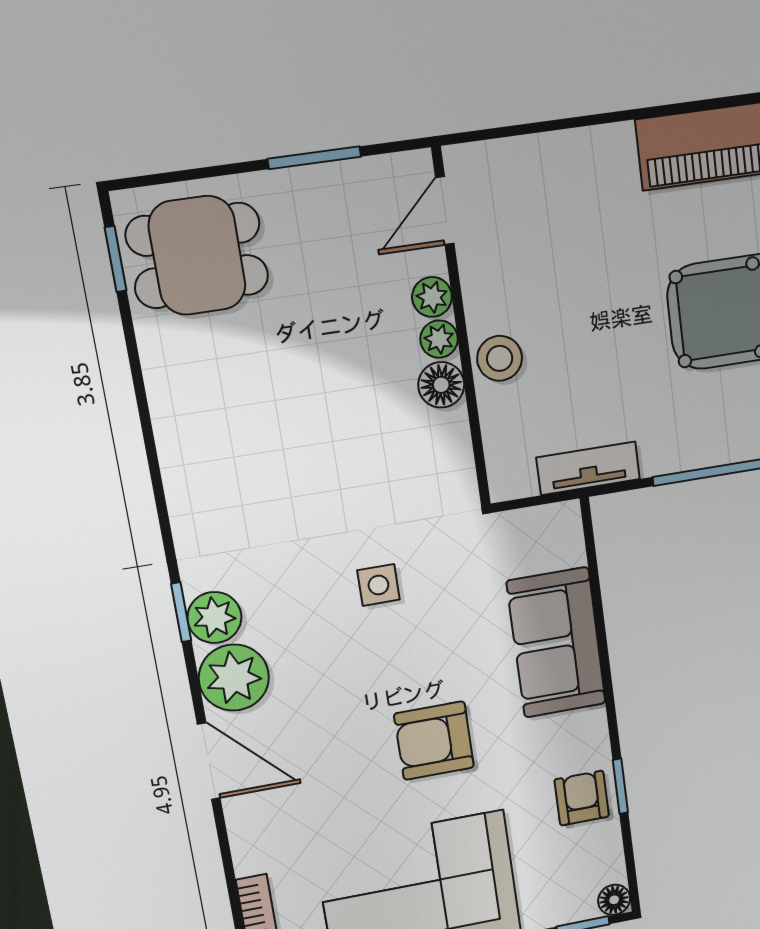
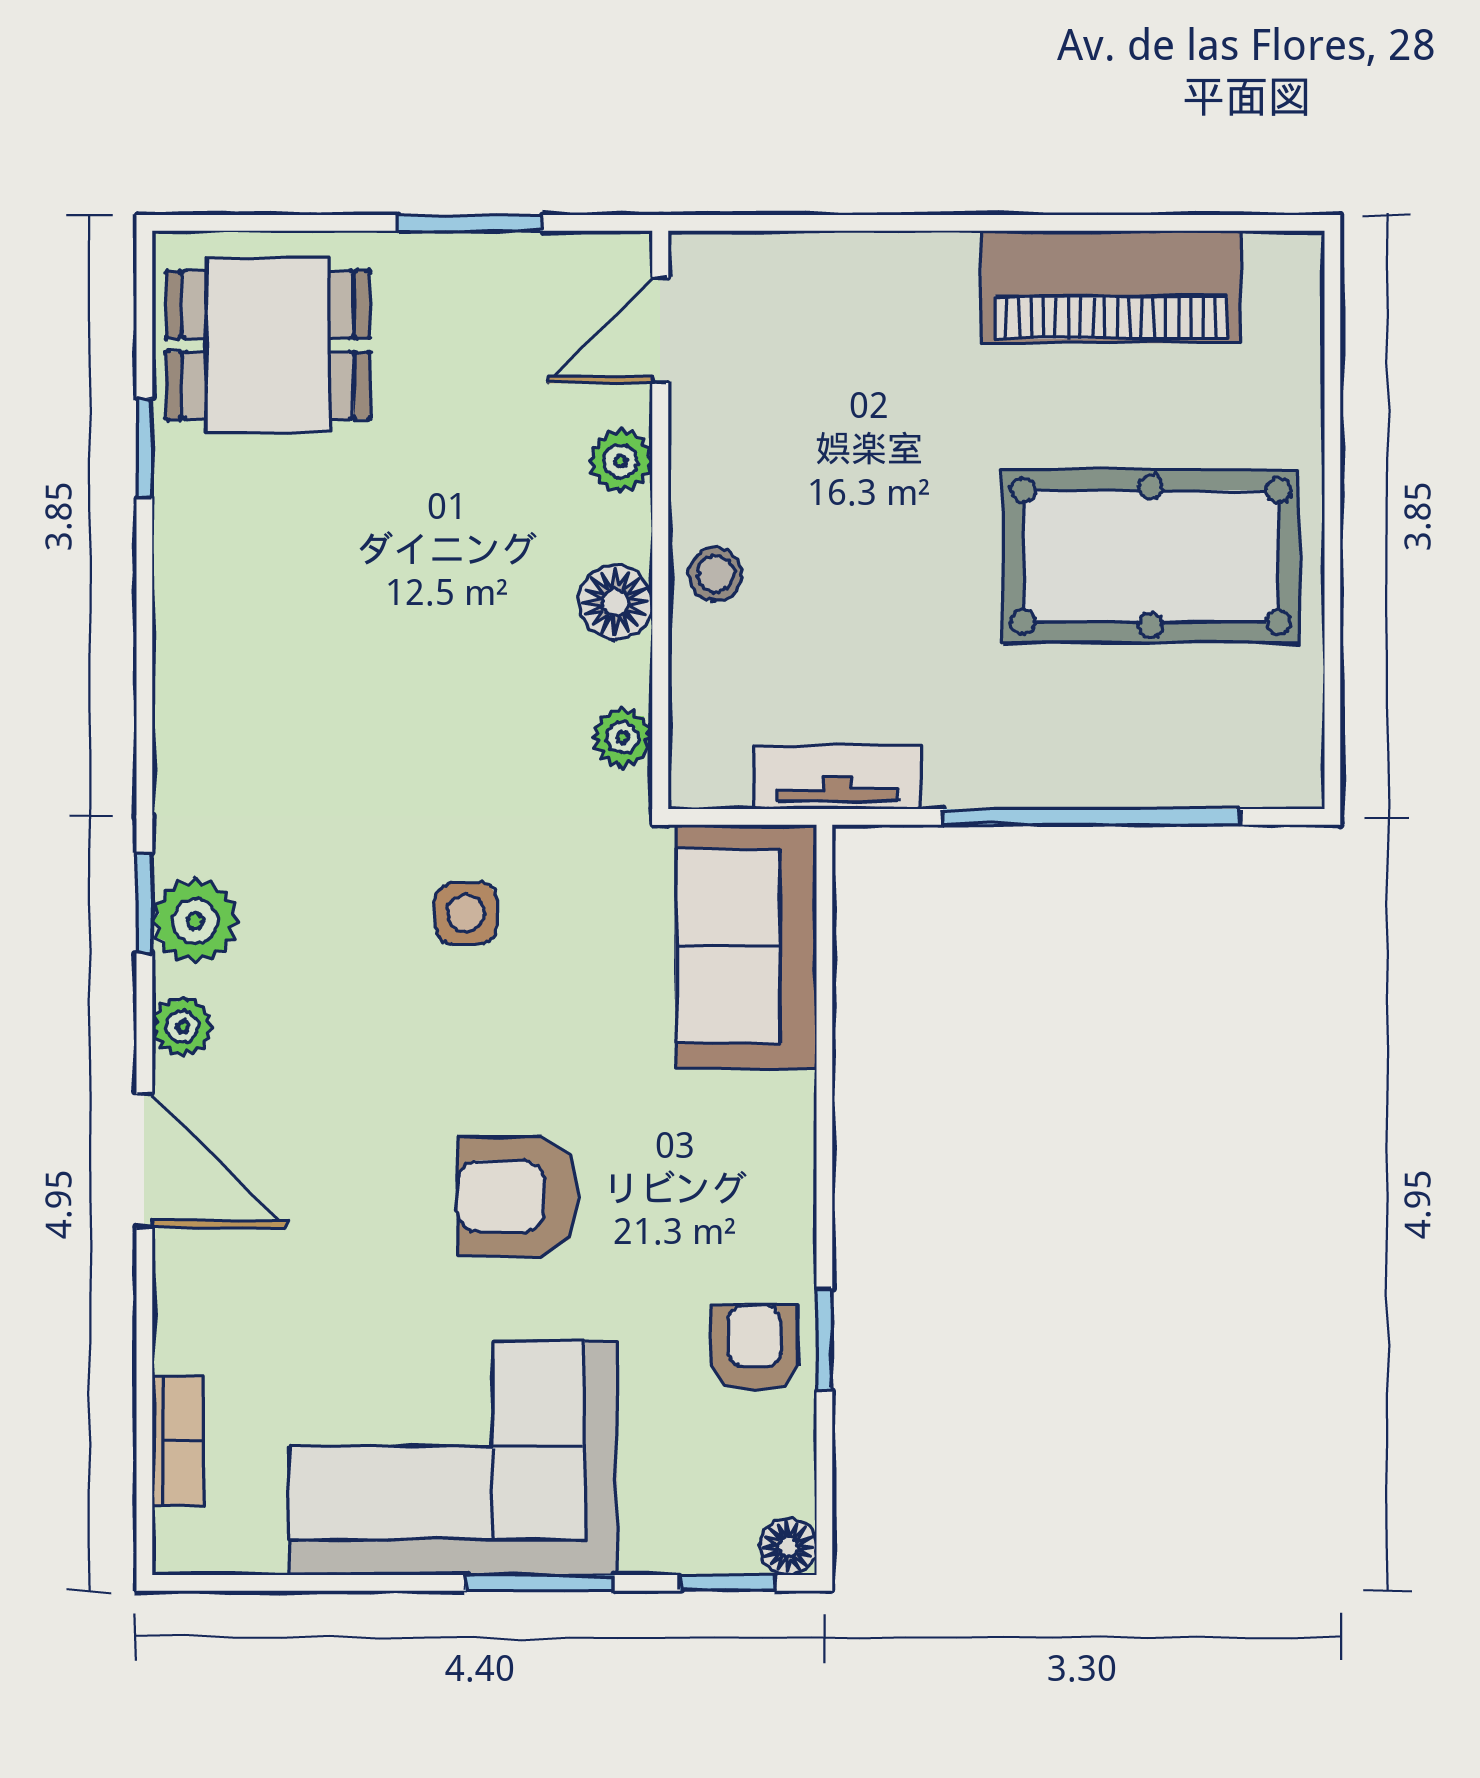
window: (116, 259) -> (144, 448), moved
plant: (439, 339) -> (622, 737), moved
stool: (500, 358) -> (715, 574), width x0.73, depth x0.73
sofa: (556, 643) -> (746, 946), moved
plant: (234, 678) -> (182, 1027), width x0.53, depth x0.53

